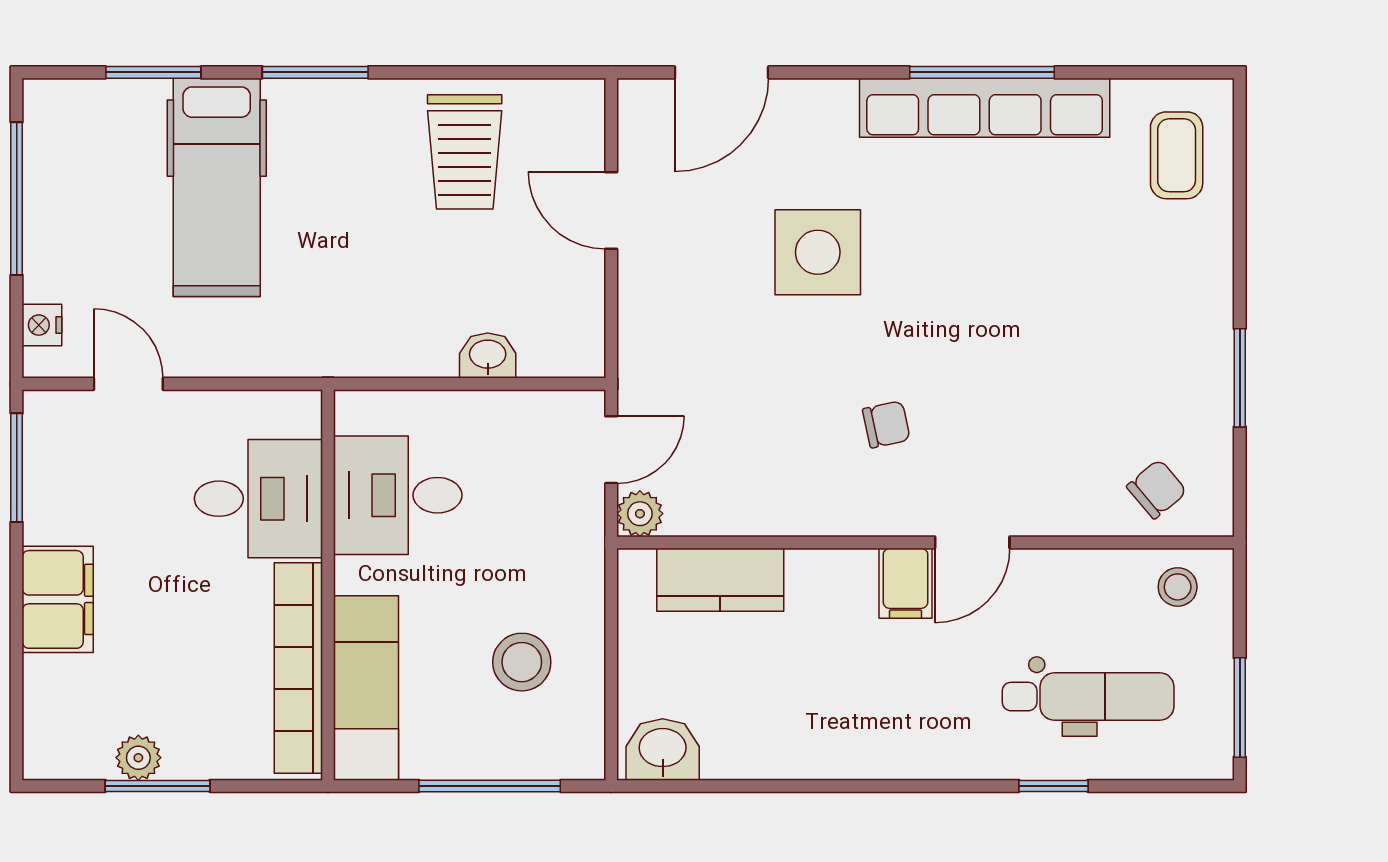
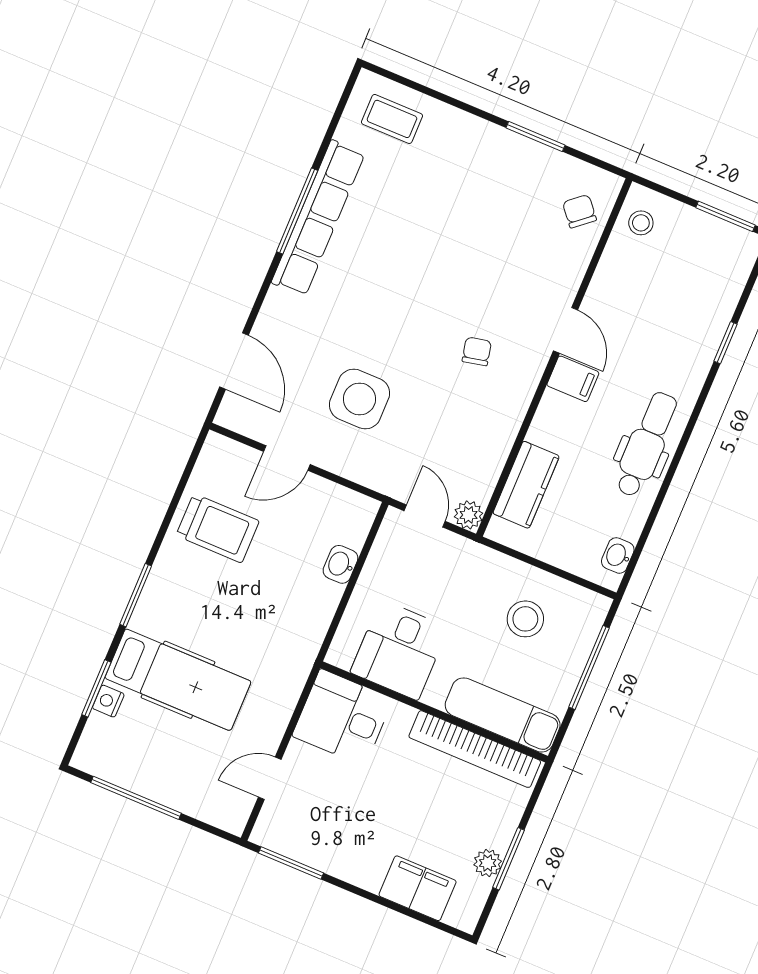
side table: (818, 252) -> (359, 399), moved
nightstand: (42, 325) -> (108, 701), moved, turned 90
desk: (258, 499) -> (343, 717), moved, turned -90
filing cabinet: (58, 599) -> (418, 888), moved
dental chair: (1088, 697) -> (646, 444), moved
washbasin: (663, 749) -> (618, 555), width x0.72, depth x0.69

